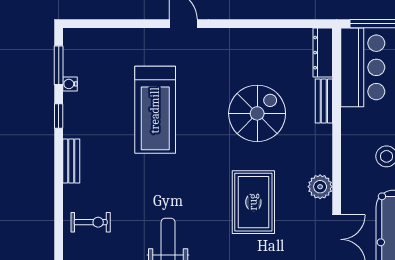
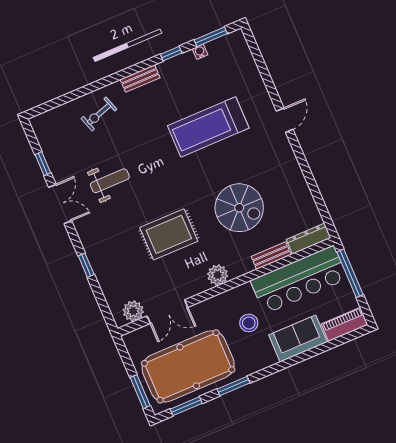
bar counter: (363, 67) -> (299, 280), width x1.36
plant: (320, 187) -> (218, 275), moved
exercise bike: (91, 222) -> (99, 114), turned 72

